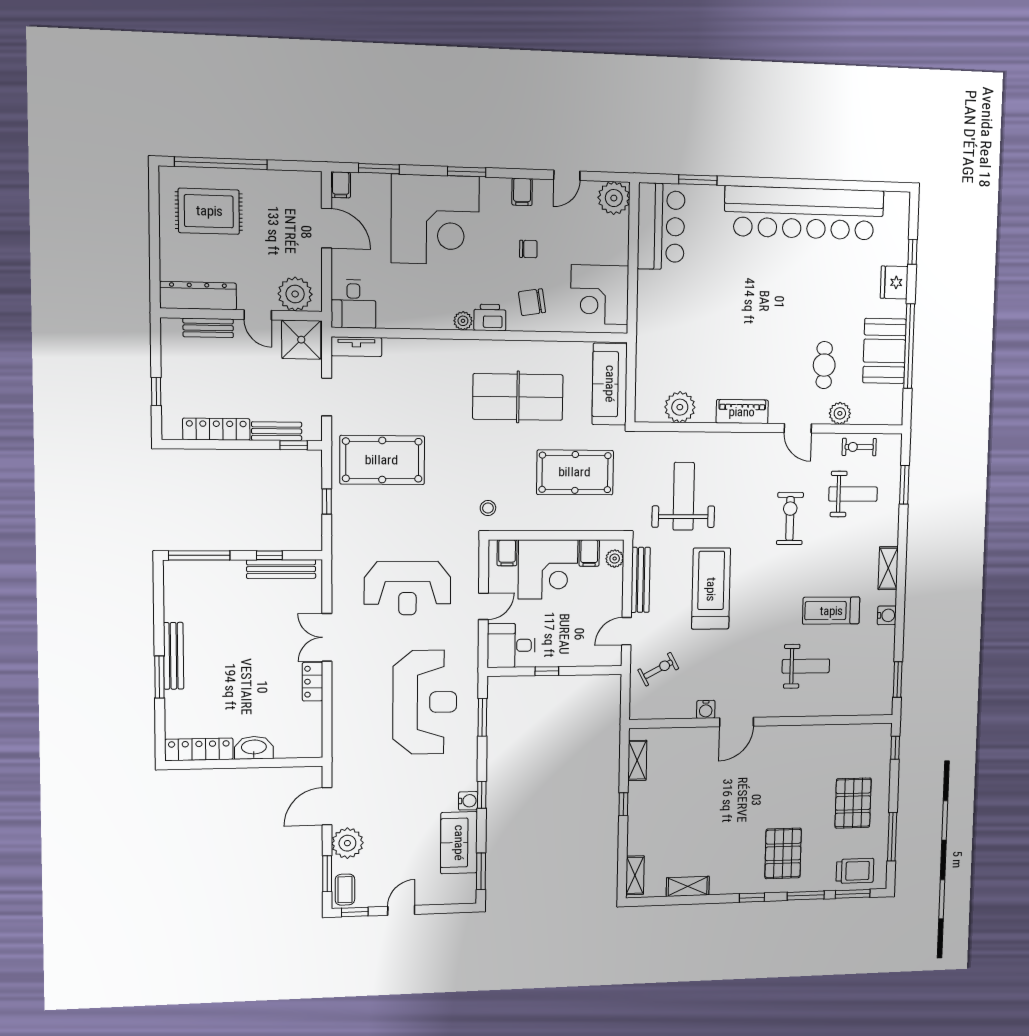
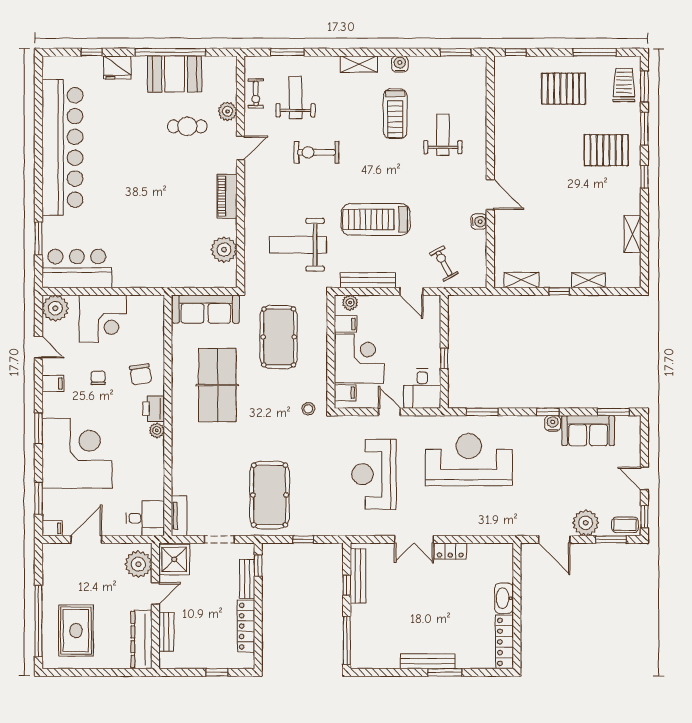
corner desk: (600, 295) -> (103, 319), moved
reception desk: (407, 588) -> (374, 474), turned 180
shelving: (635, 875) -> (588, 280), moved

